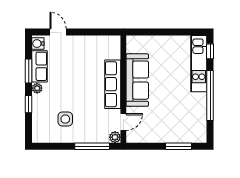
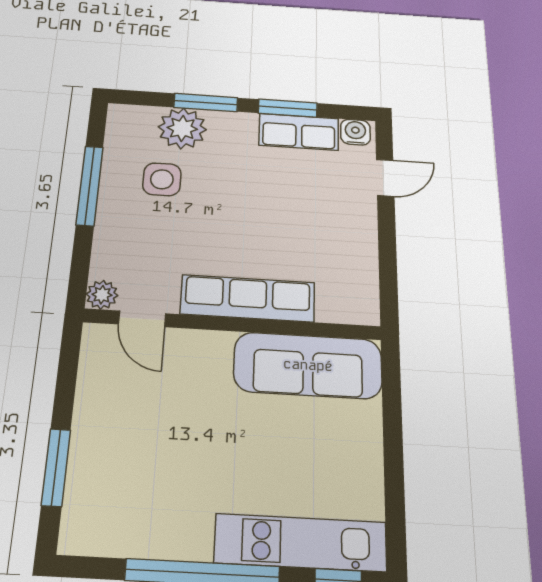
sofa: (137, 80) -> (308, 365), moved
plant: (37, 88) -> (182, 128), moved, width x1.88, depth x1.88
window: (29, 104) -> (206, 103), width x1.50
window: (92, 146) -> (90, 185), moved

